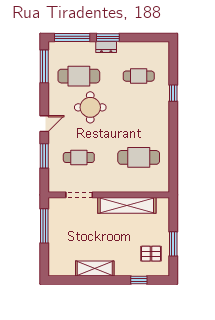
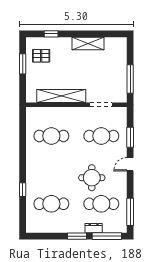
dresser: (106, 47) -> (94, 228), moved
cafe table: (139, 76) -> (51, 204), width x1.37, depth x1.35
cafe table: (79, 157) -> (101, 136), width x1.37, depth x1.35

